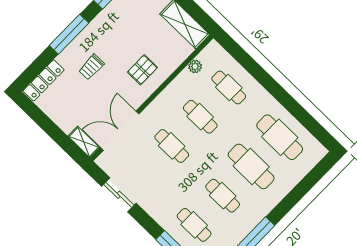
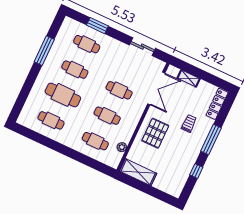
pallet: (142, 70) -> (155, 133), width x1.50, depth x1.42
cafe table: (280, 137) -> (51, 120), width x0.73, depth x0.74
shelving: (84, 142) -> (189, 78), moved

